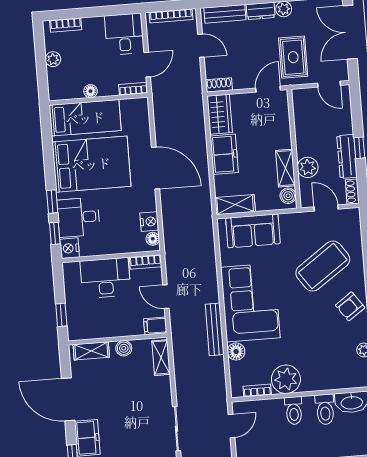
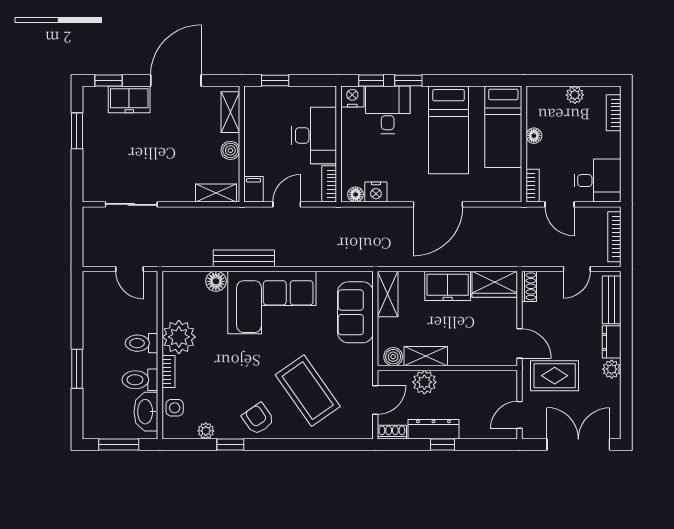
bed: (91, 164) -> (449, 130), width x0.67
side table: (346, 378) -> (175, 408), added
bookcase: (257, 390) -> (168, 372), moved

